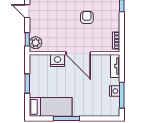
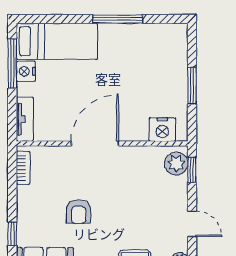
door: (78, 53) -> (95, 143), hinge flipped
nightstand: (58, 61) -> (162, 130), moved
bed: (51, 107) -> (57, 41), moved, turned 180

